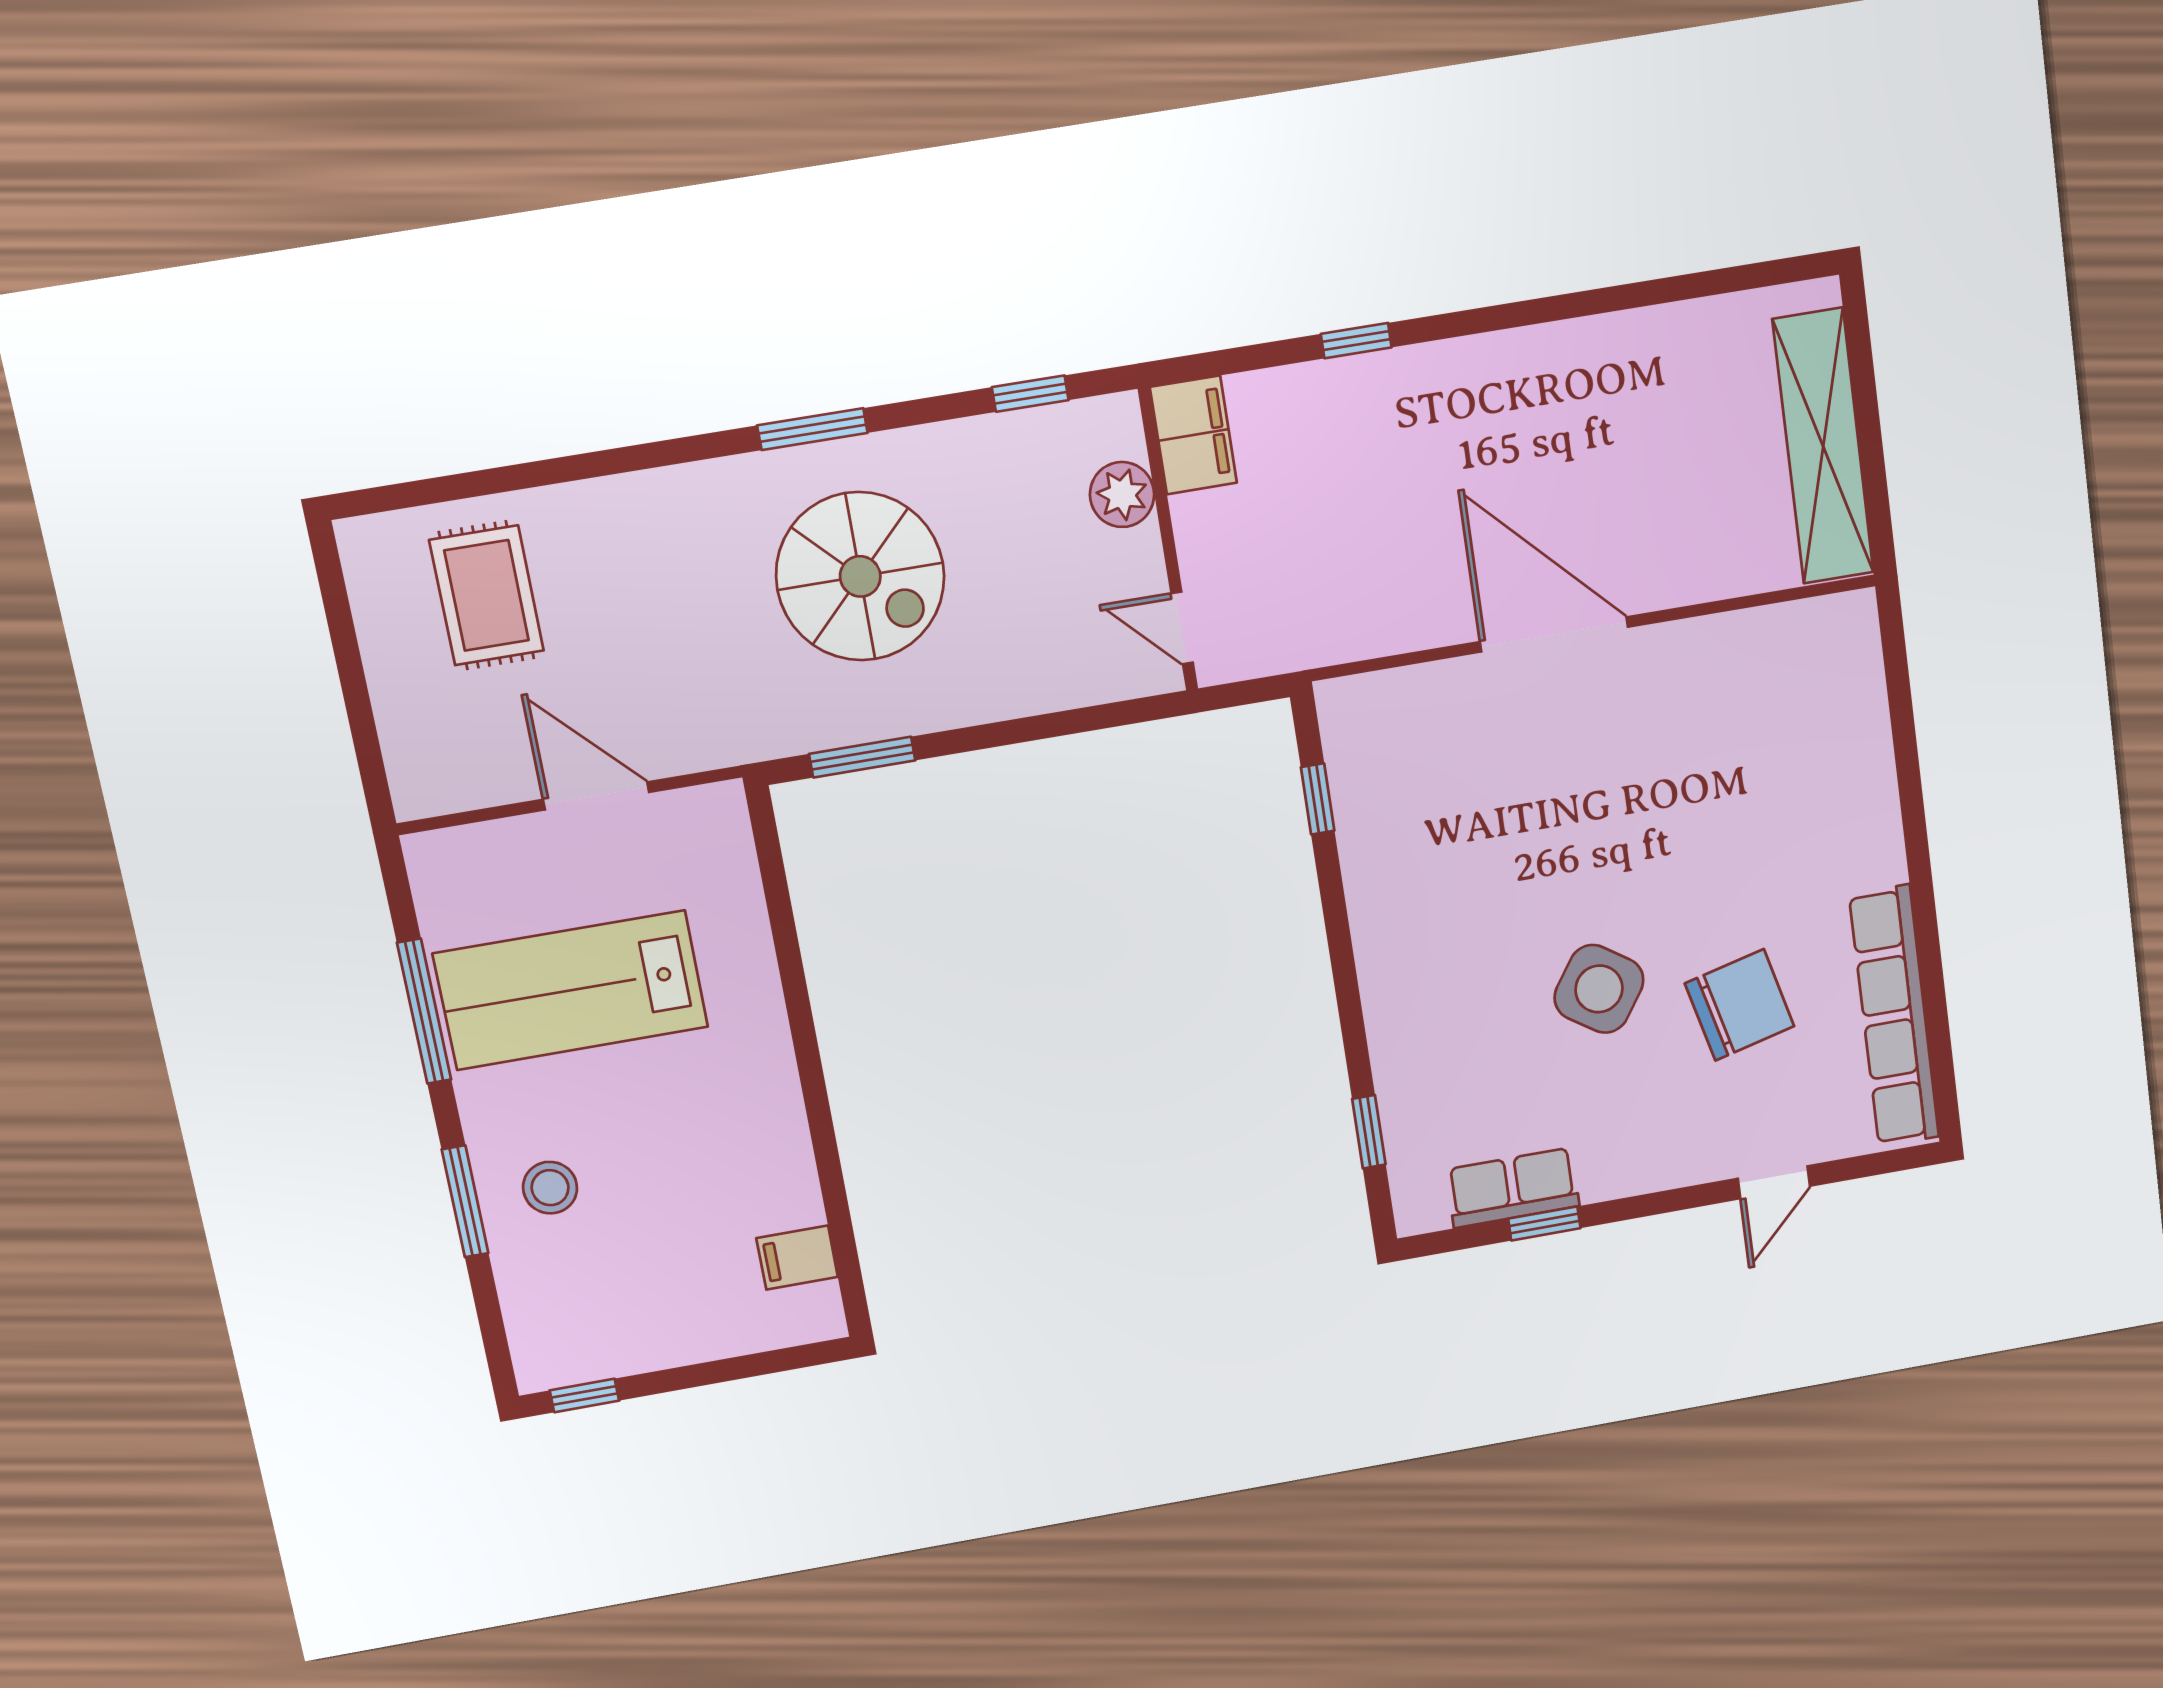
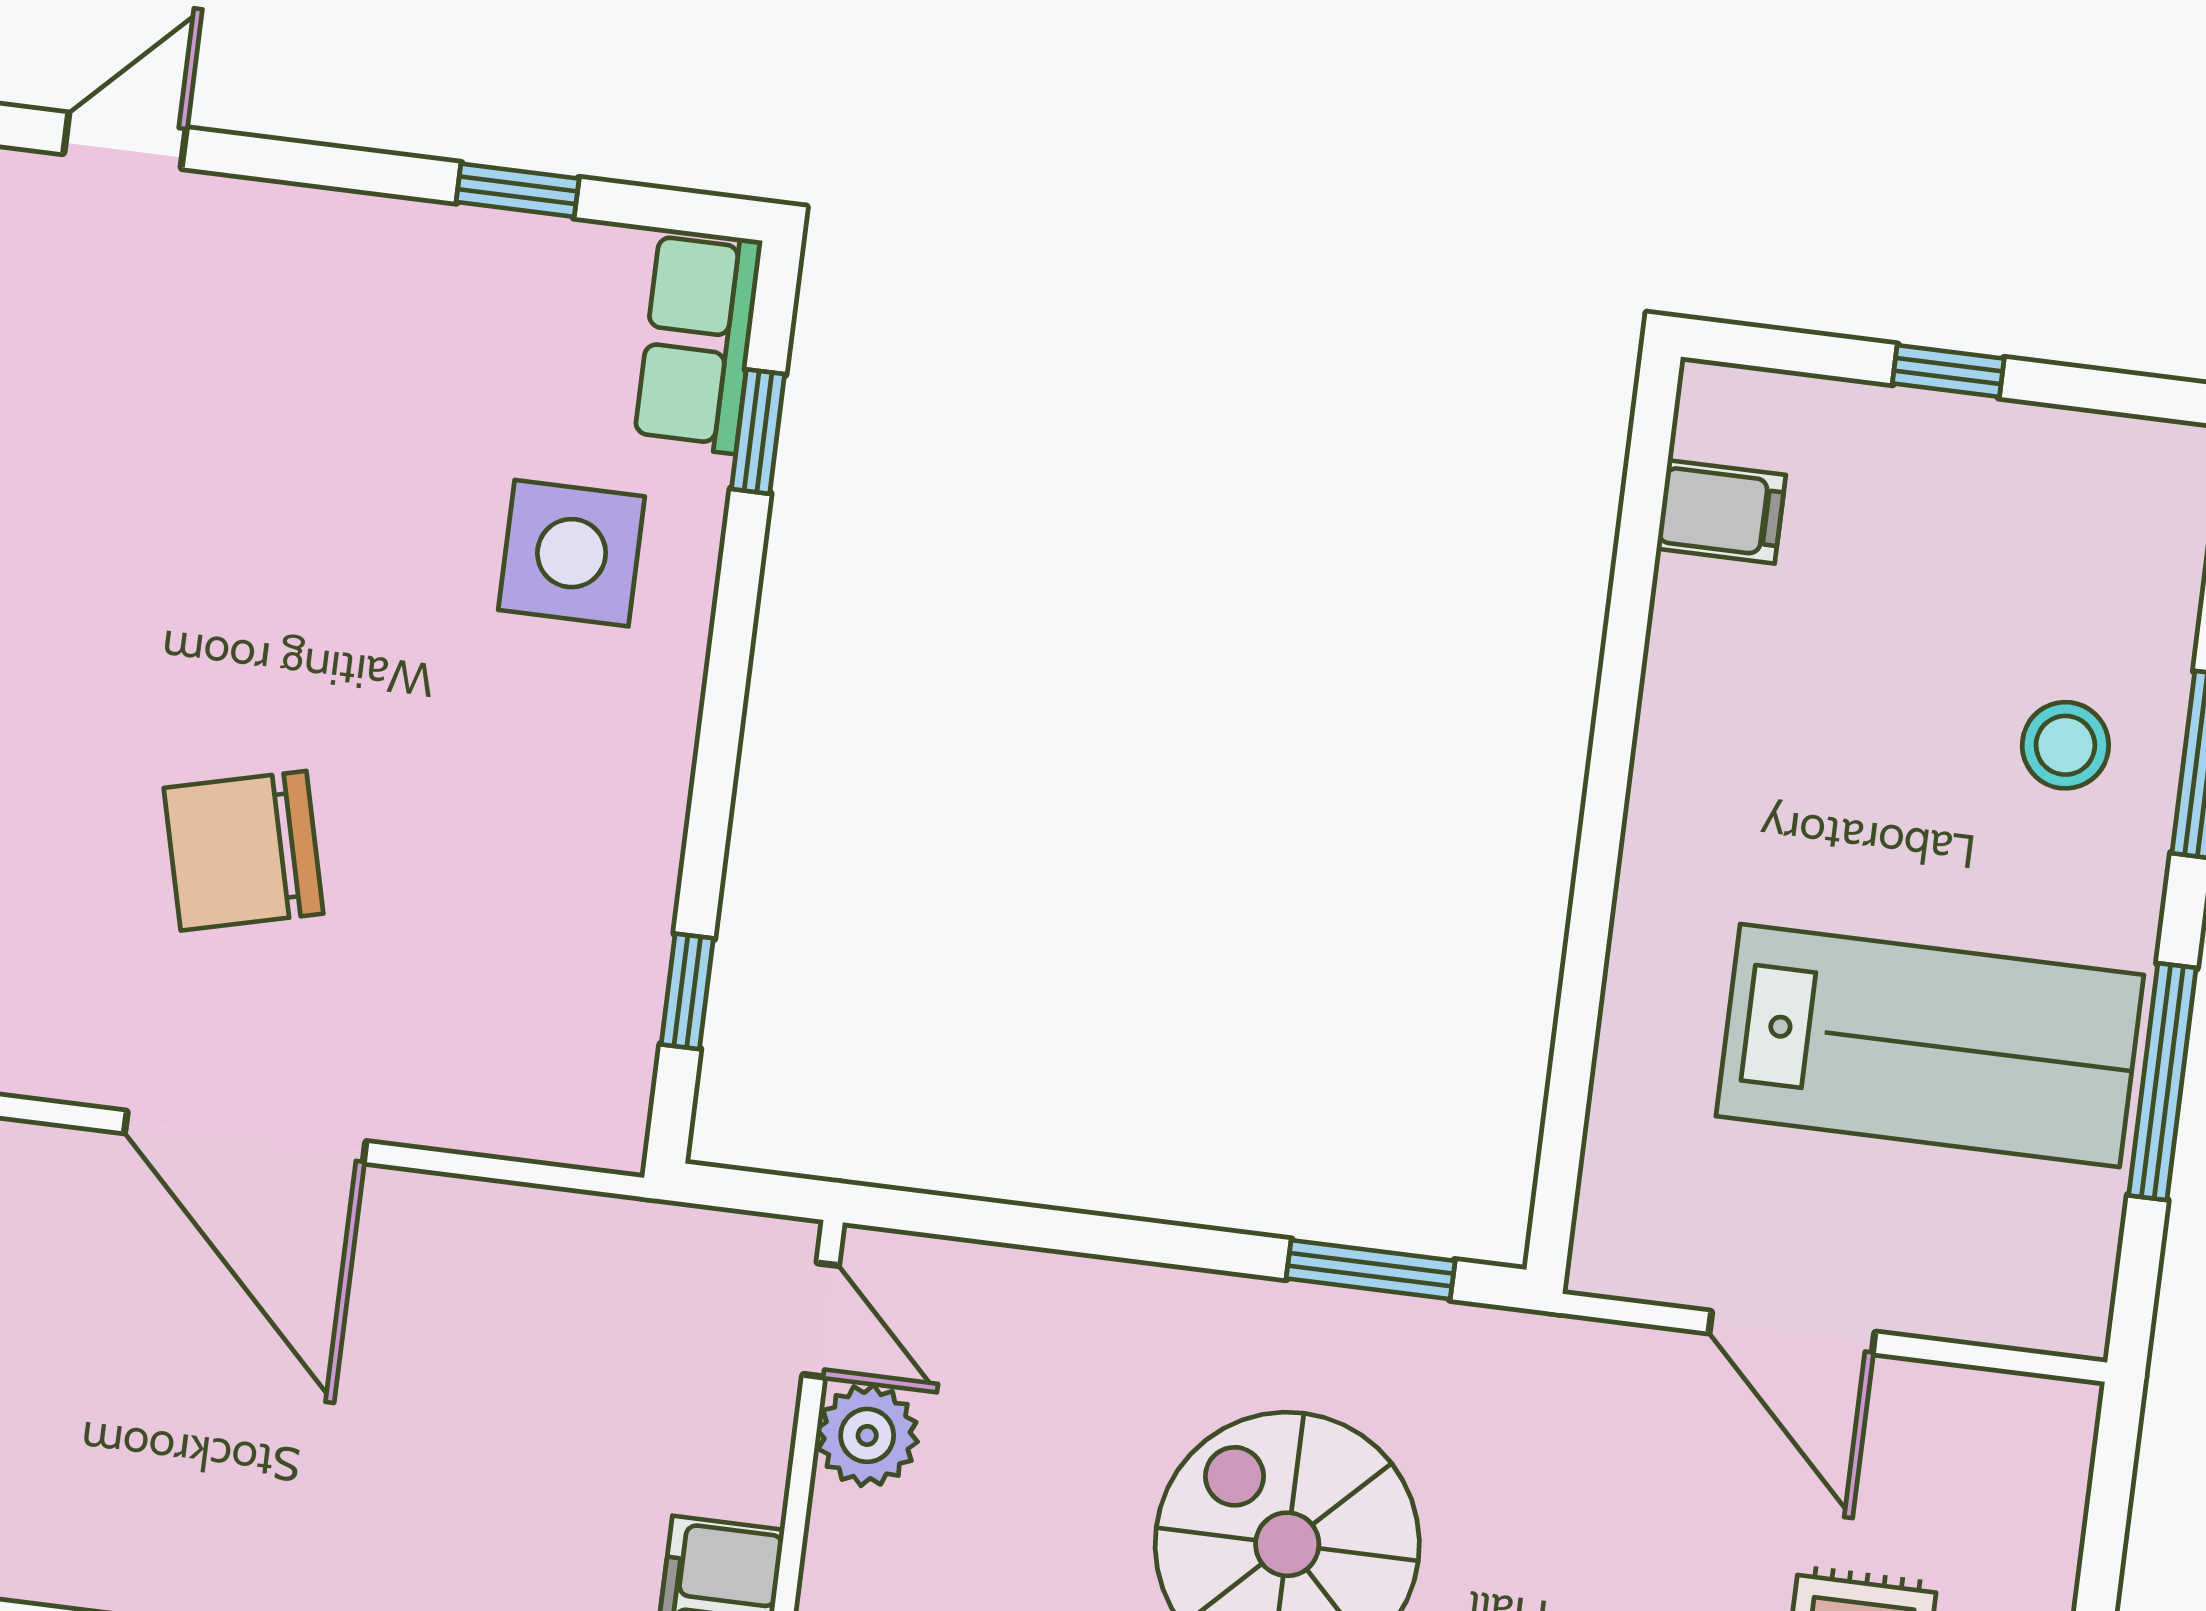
plant: (1122, 495) -> (867, 1435), moved
side table: (1599, 989) -> (572, 553), moved, turned -34
chair: (1740, 1005) -> (244, 851), moved
row of seats: (1513, 1188) -> (698, 341), moved, turned 90
window: (584, 1395) -> (1948, 371), moved

